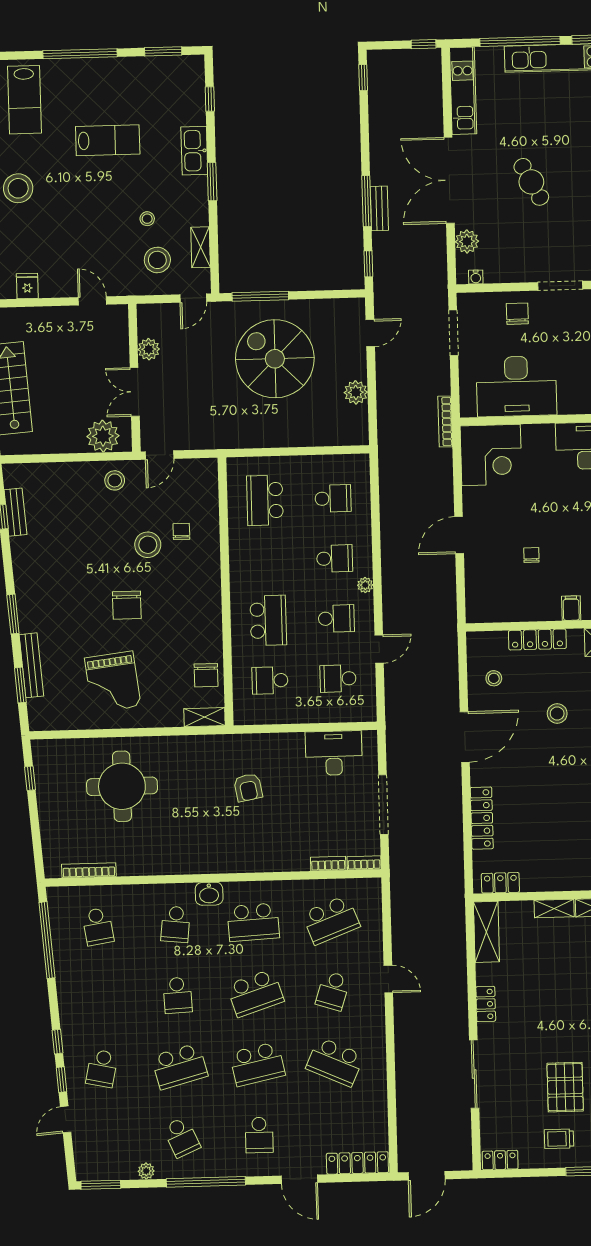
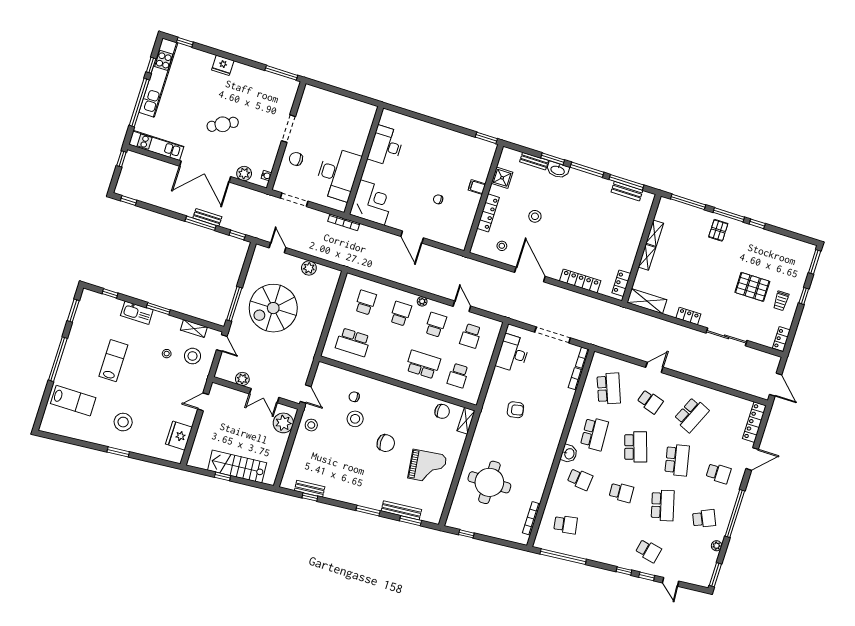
fridge: (27, 286) -> (179, 436), width x1.88, depth x1.34

